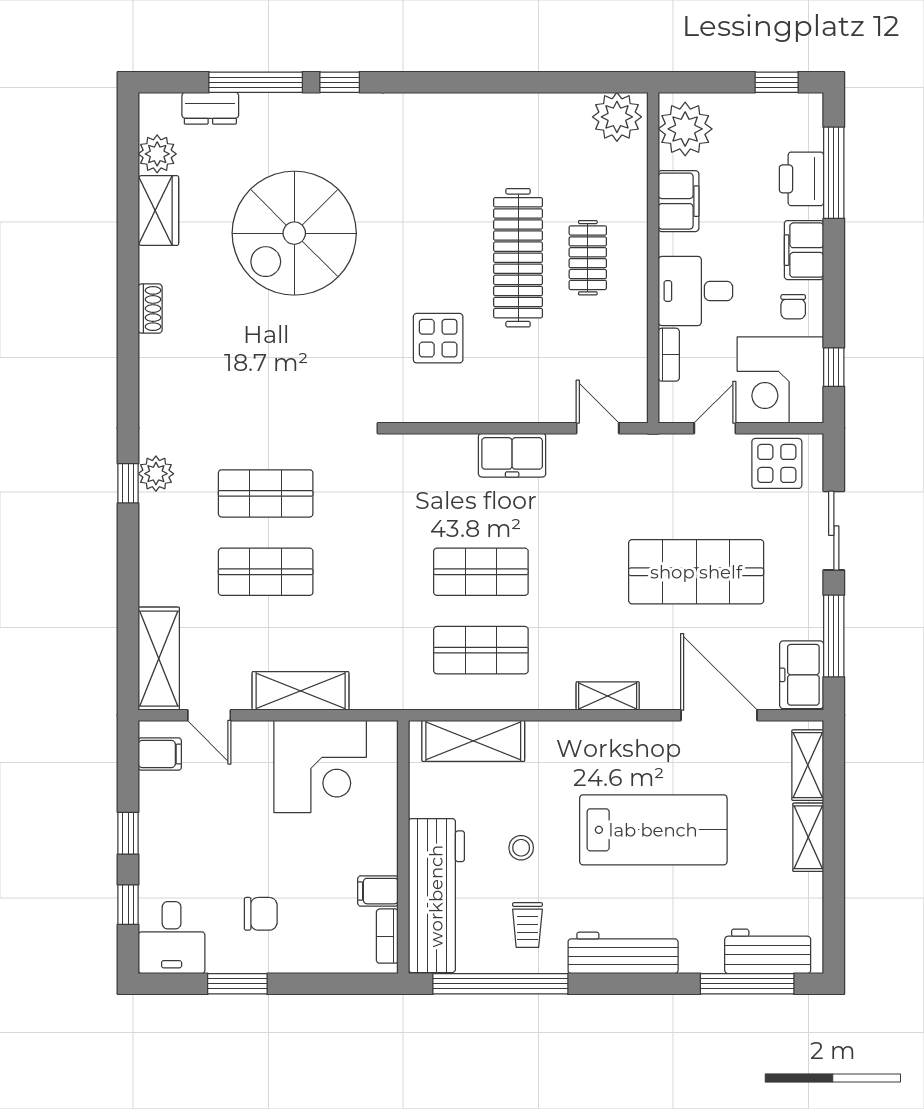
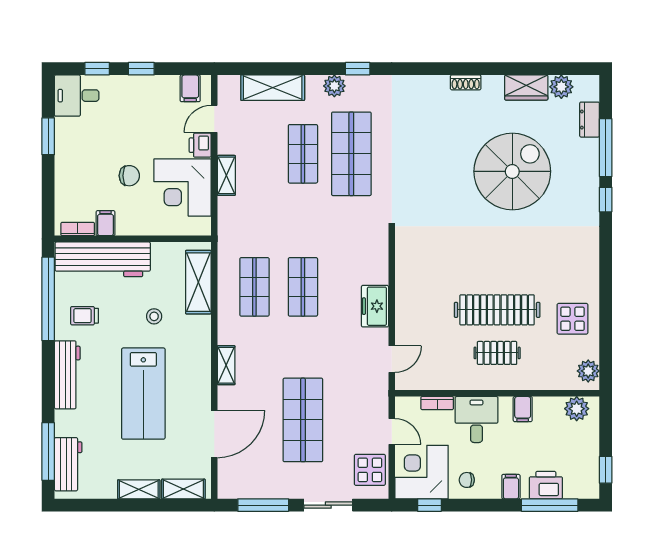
plant: (617, 117) -> (588, 371), width x0.73, depth x0.73
plant: (685, 129) -> (577, 409), width x0.73, depth x0.73
filing cabinet: (678, 201) -> (523, 409), width x0.50
spiral stairs: (294, 233) -> (512, 171), turned 90
filing cabinet: (804, 250) -> (511, 487), width x0.50
display table: (438, 338) -> (572, 319), moved
plant: (156, 474) -> (334, 86), moved
shop shelf: (266, 493) -> (351, 154), width x1.43, depth x1.36
shelving: (159, 659) -> (273, 88), moved
freezer: (802, 675) -> (239, 485), removed
shelving: (301, 691) -> (226, 175), width x0.67, depth x0.75
printer: (252, 738) -> (200, 145), added
stool: (521, 848) -> (154, 316), moved
chair: (261, 914) -> (129, 176), moved, turned -90

